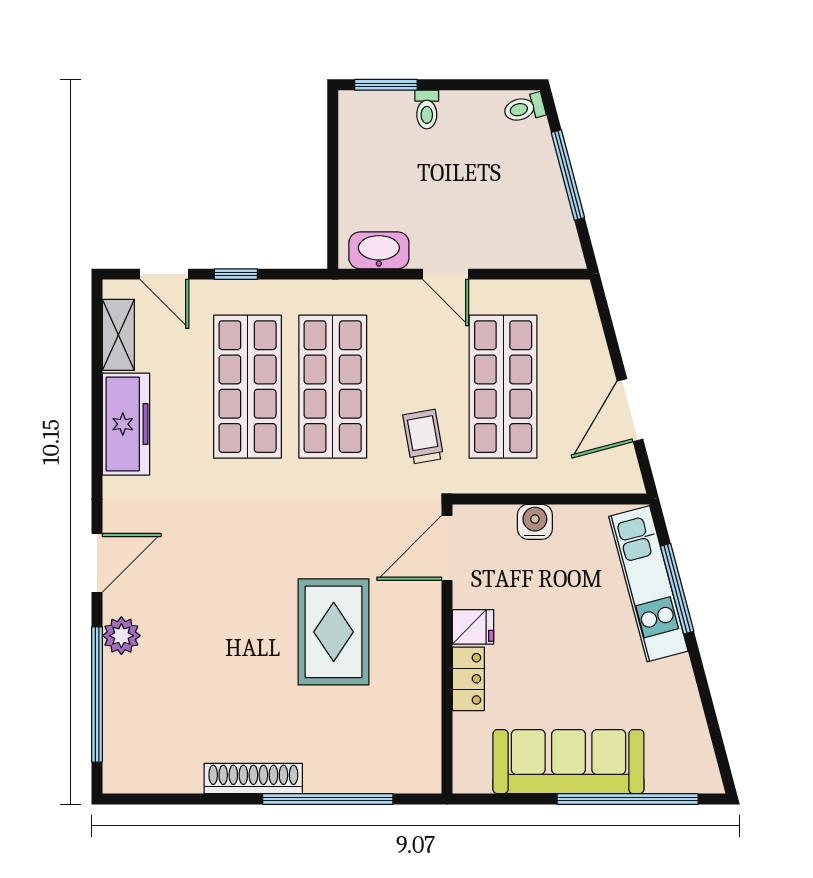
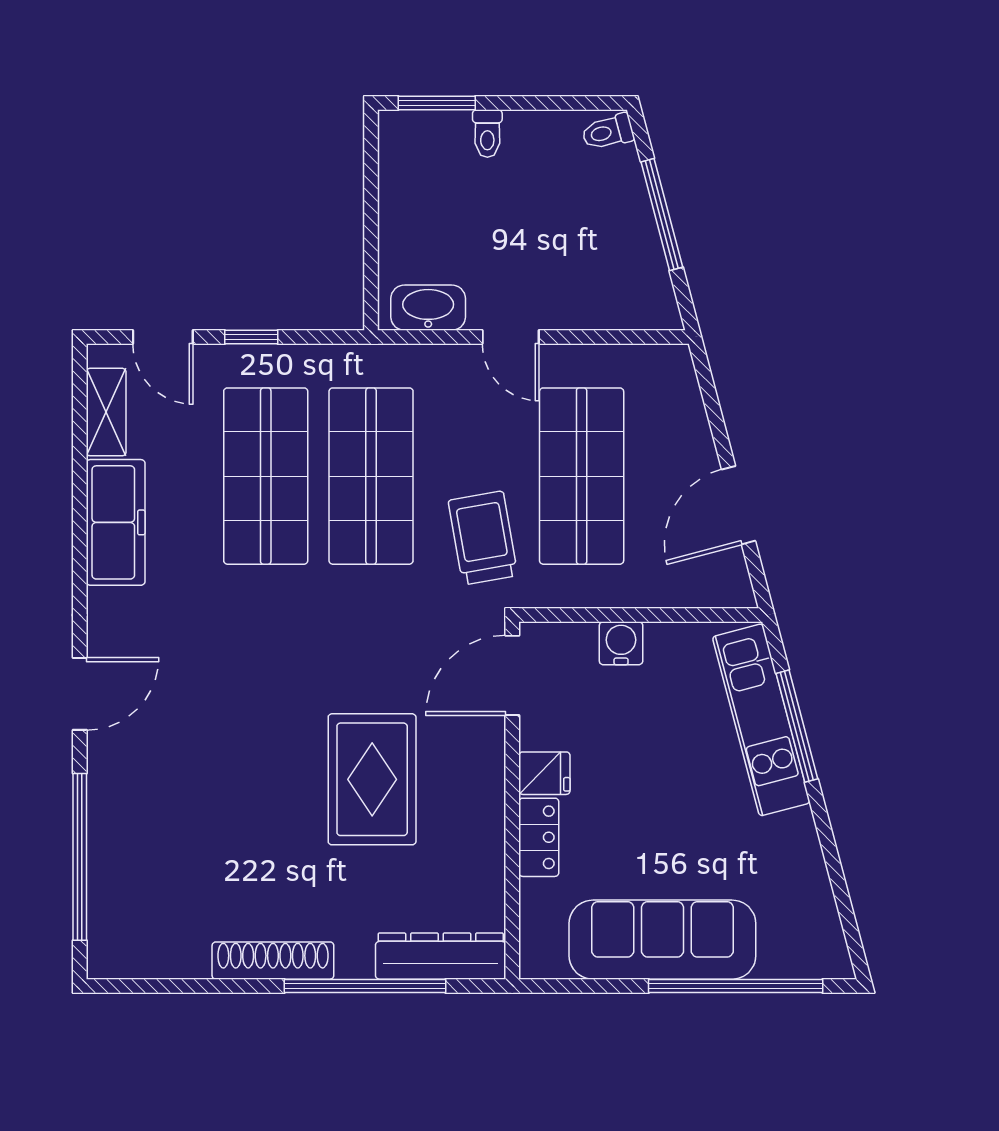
trolley: (423, 437) -> (483, 538), width x1.36, depth x1.39
plant: (121, 636) -> (110, 784), removed
dresser: (389, 775) -> (441, 956), added

